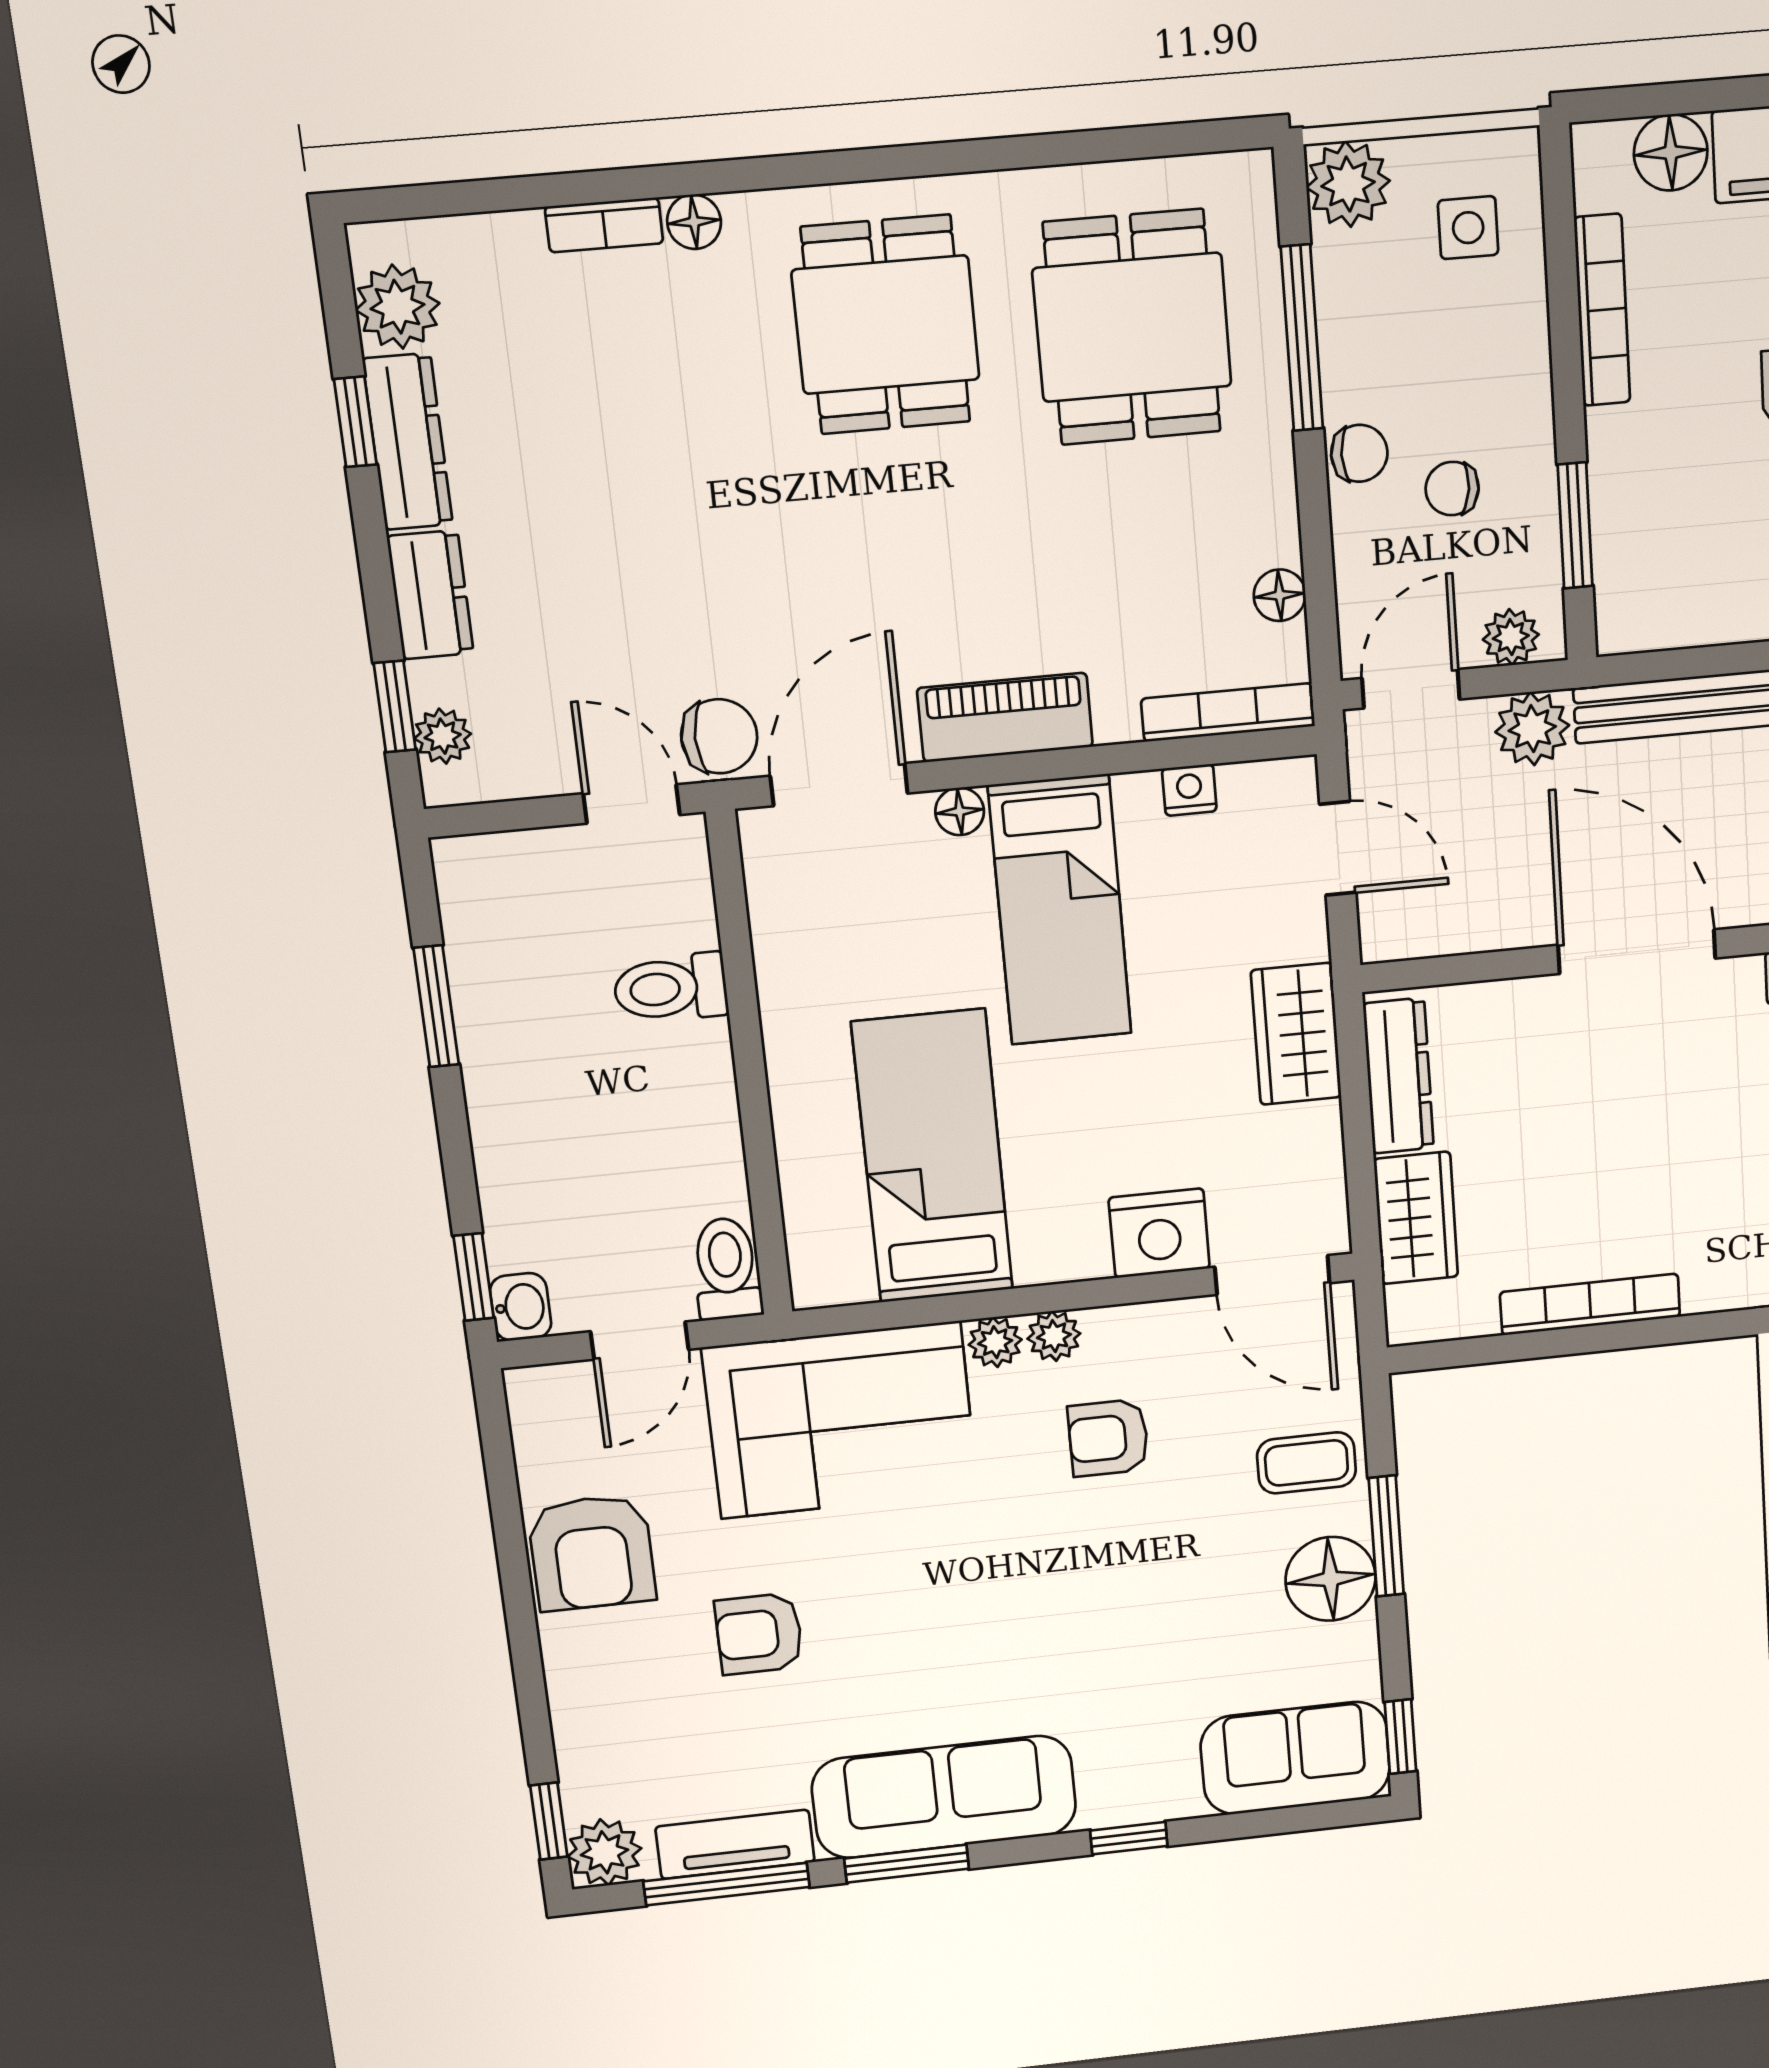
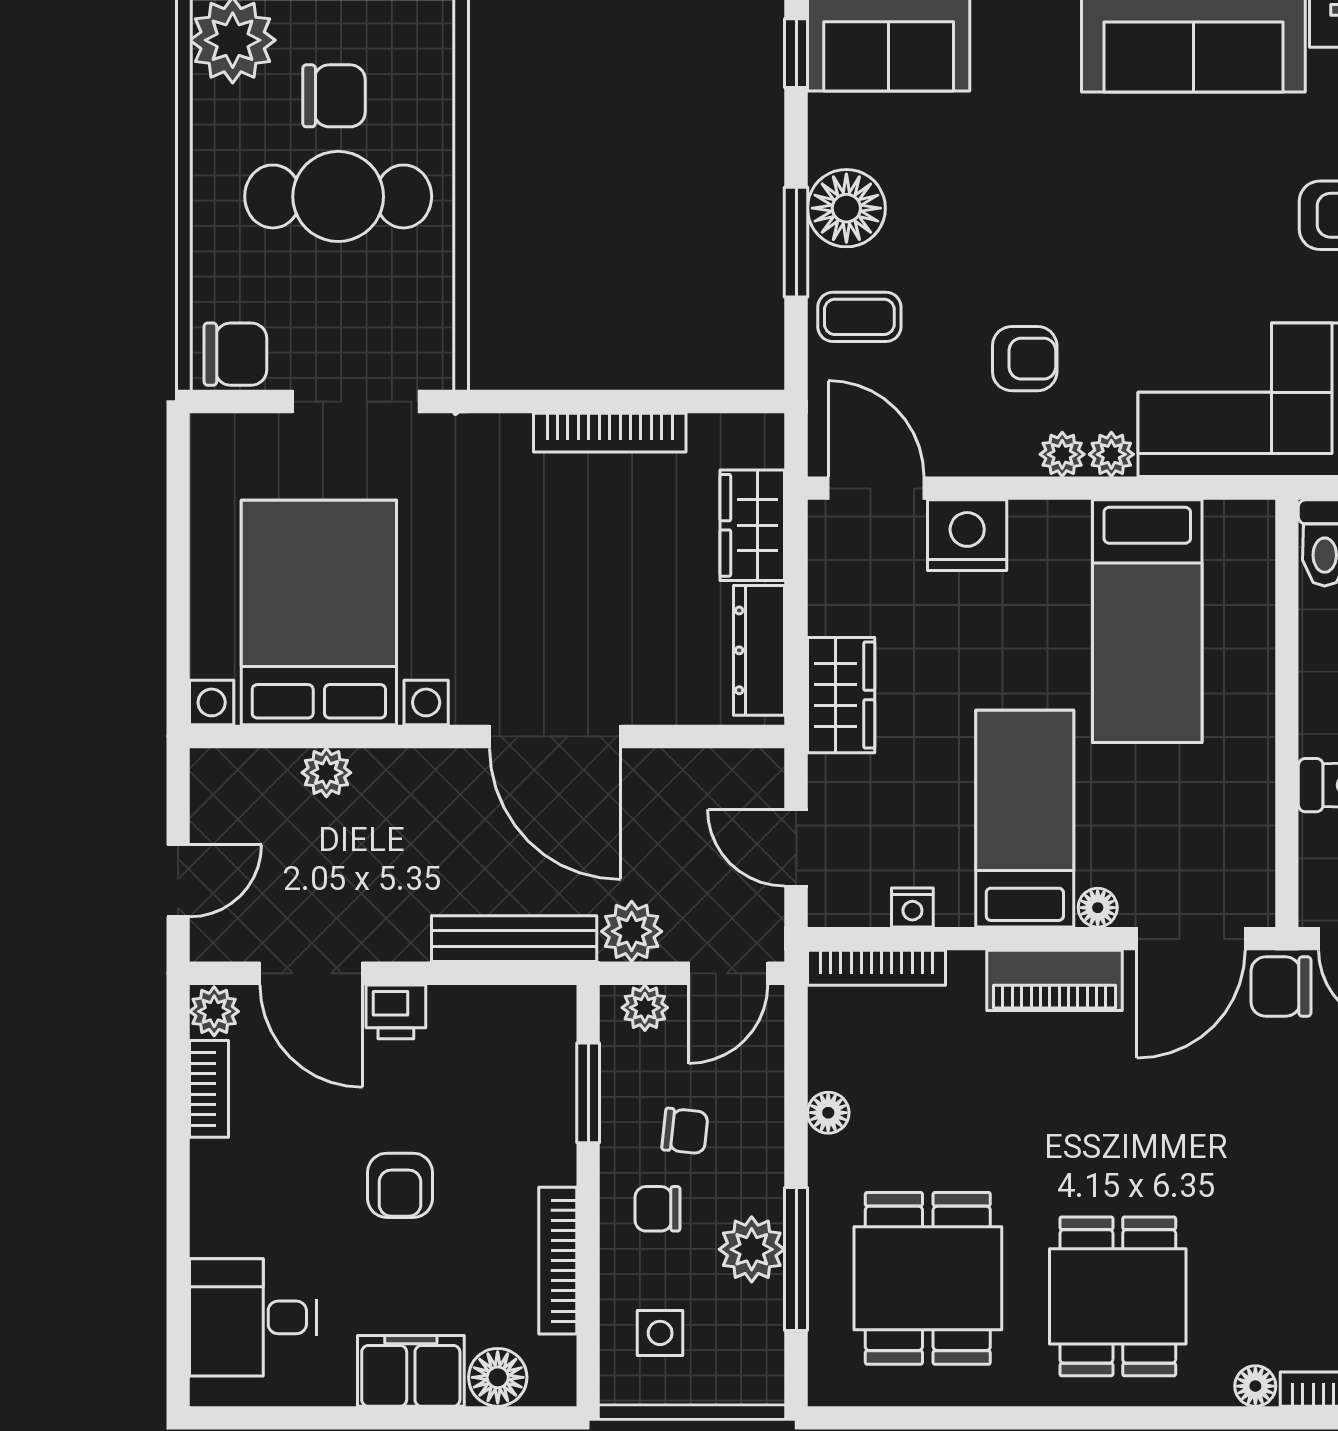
plant: (1348, 184) -> (752, 1249), moved
chair: (1359, 453) -> (657, 1209), moved
floor lamp: (1280, 595) -> (828, 1113), moved

